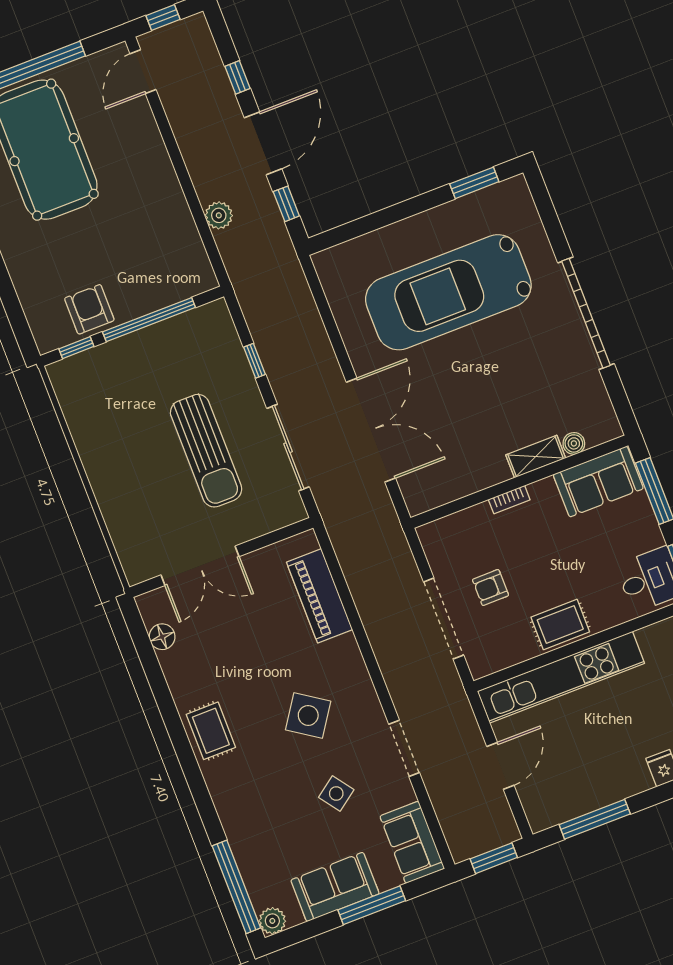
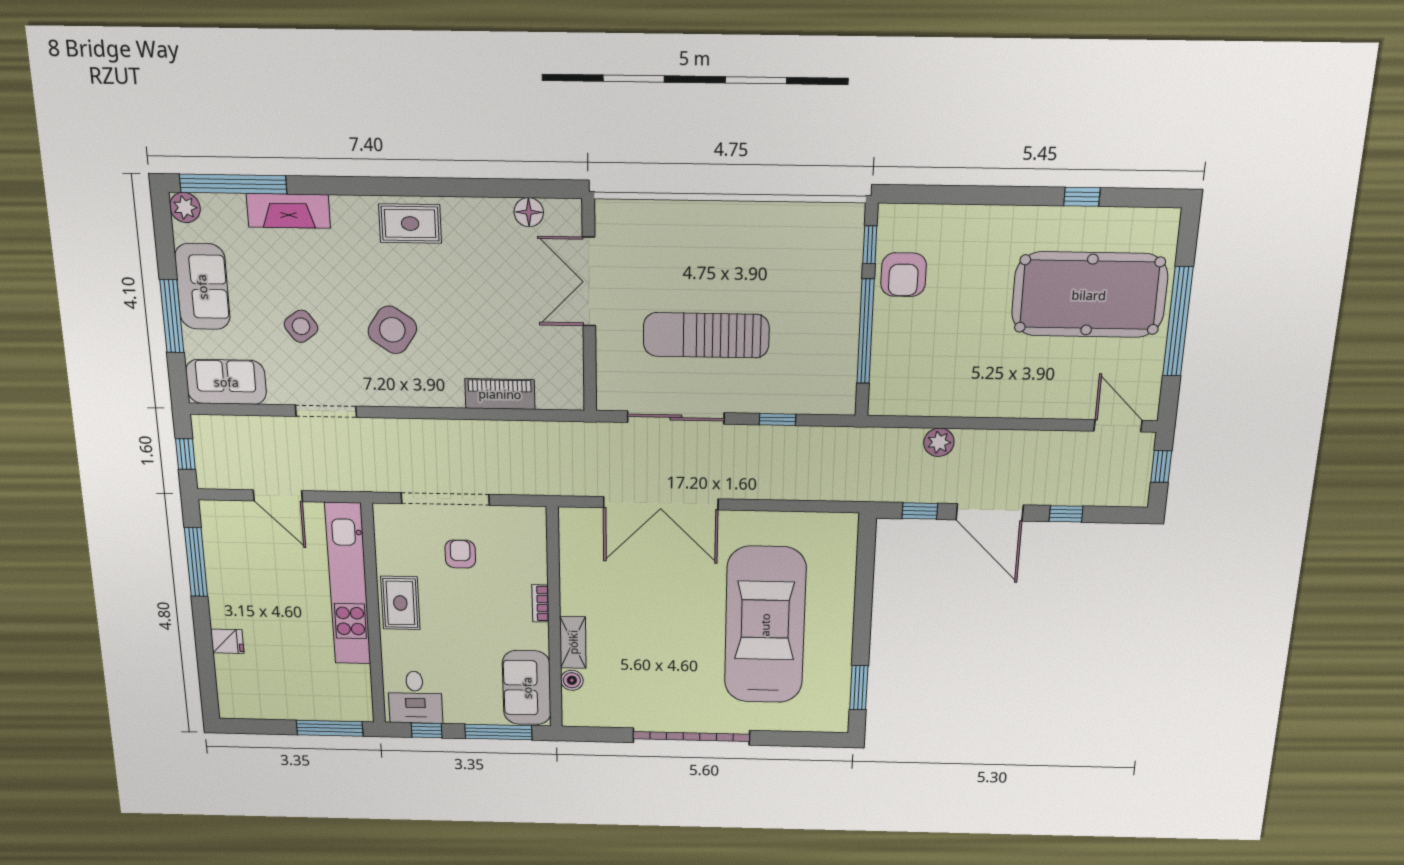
armchair: (89, 309) -> (904, 275), turned 90
piano: (319, 596) -> (500, 394), width x0.73, depth x0.75
fireplace: (241, 835) -> (288, 211), added
window: (494, 858) -> (185, 454), width x0.67

